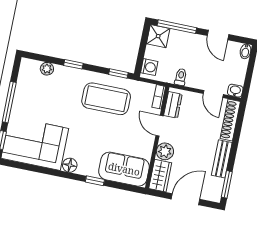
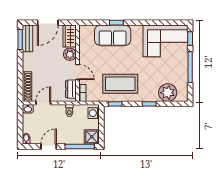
door: (218, 35) -> (49, 147), hinge flipped
plant: (47, 69) -> (168, 93), width x1.88, depth x1.88
door: (213, 94) -> (43, 103), hinge flipped
bench: (222, 159) -> (28, 38), moved
floor lamp: (70, 165) -> (137, 30), removed
sofa: (124, 169) -> (113, 35), moved

